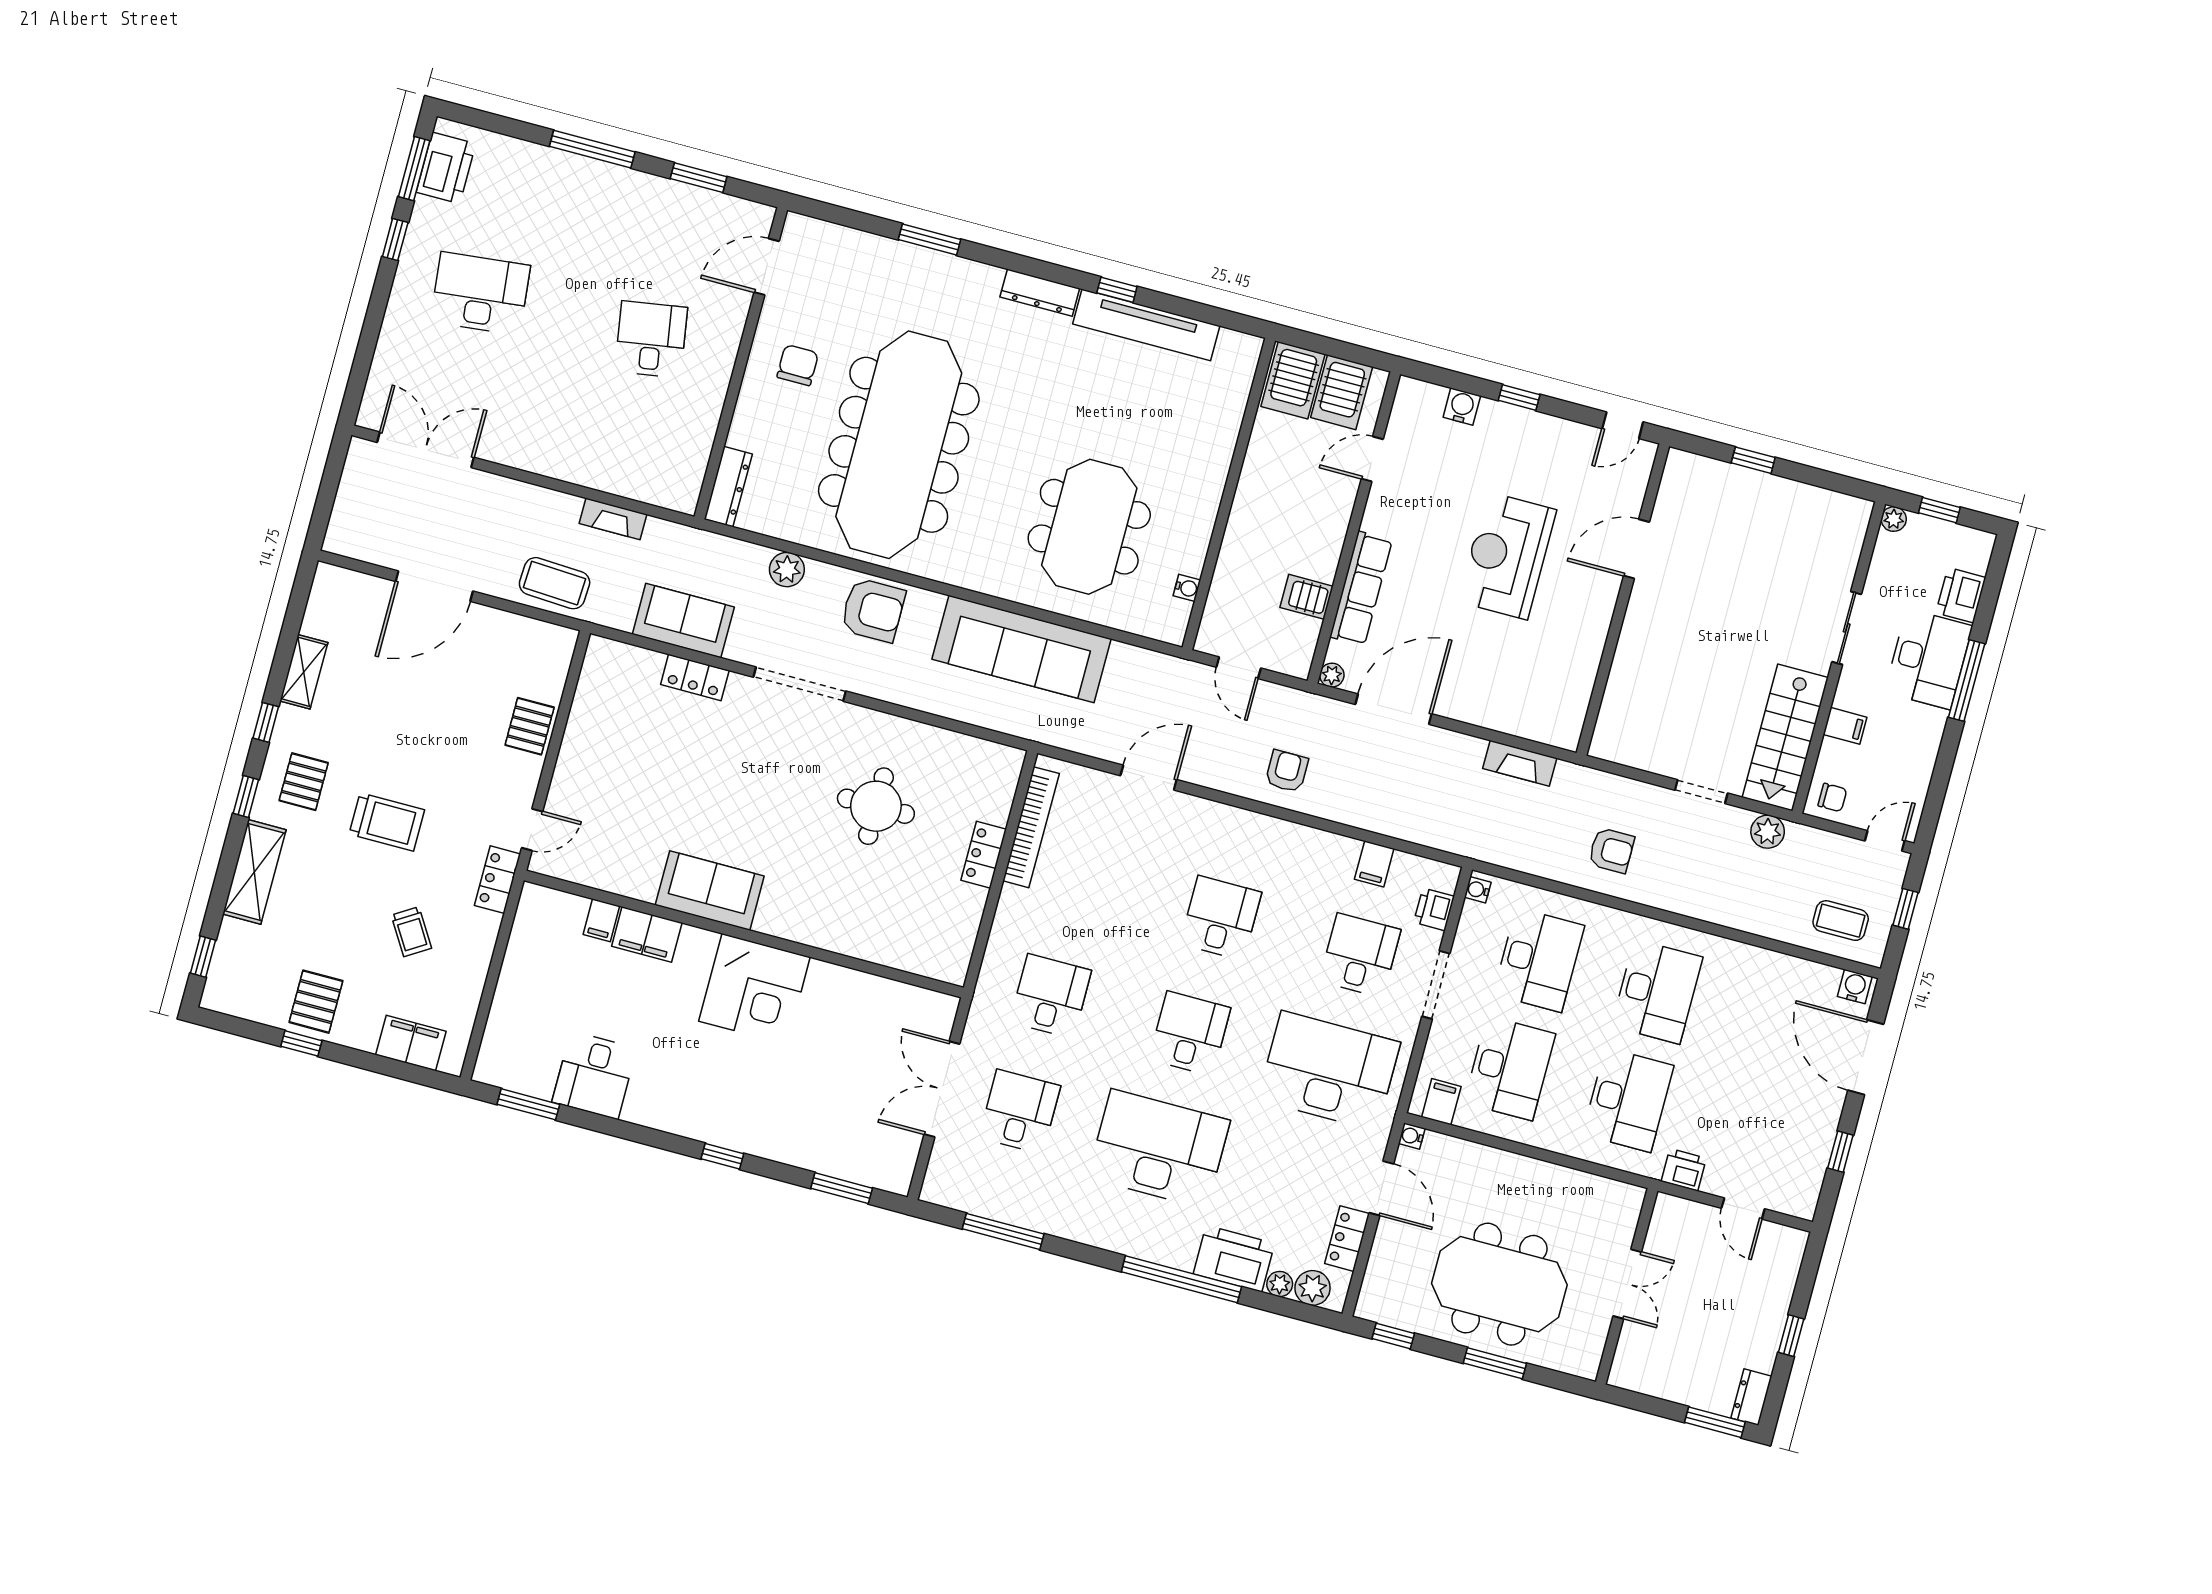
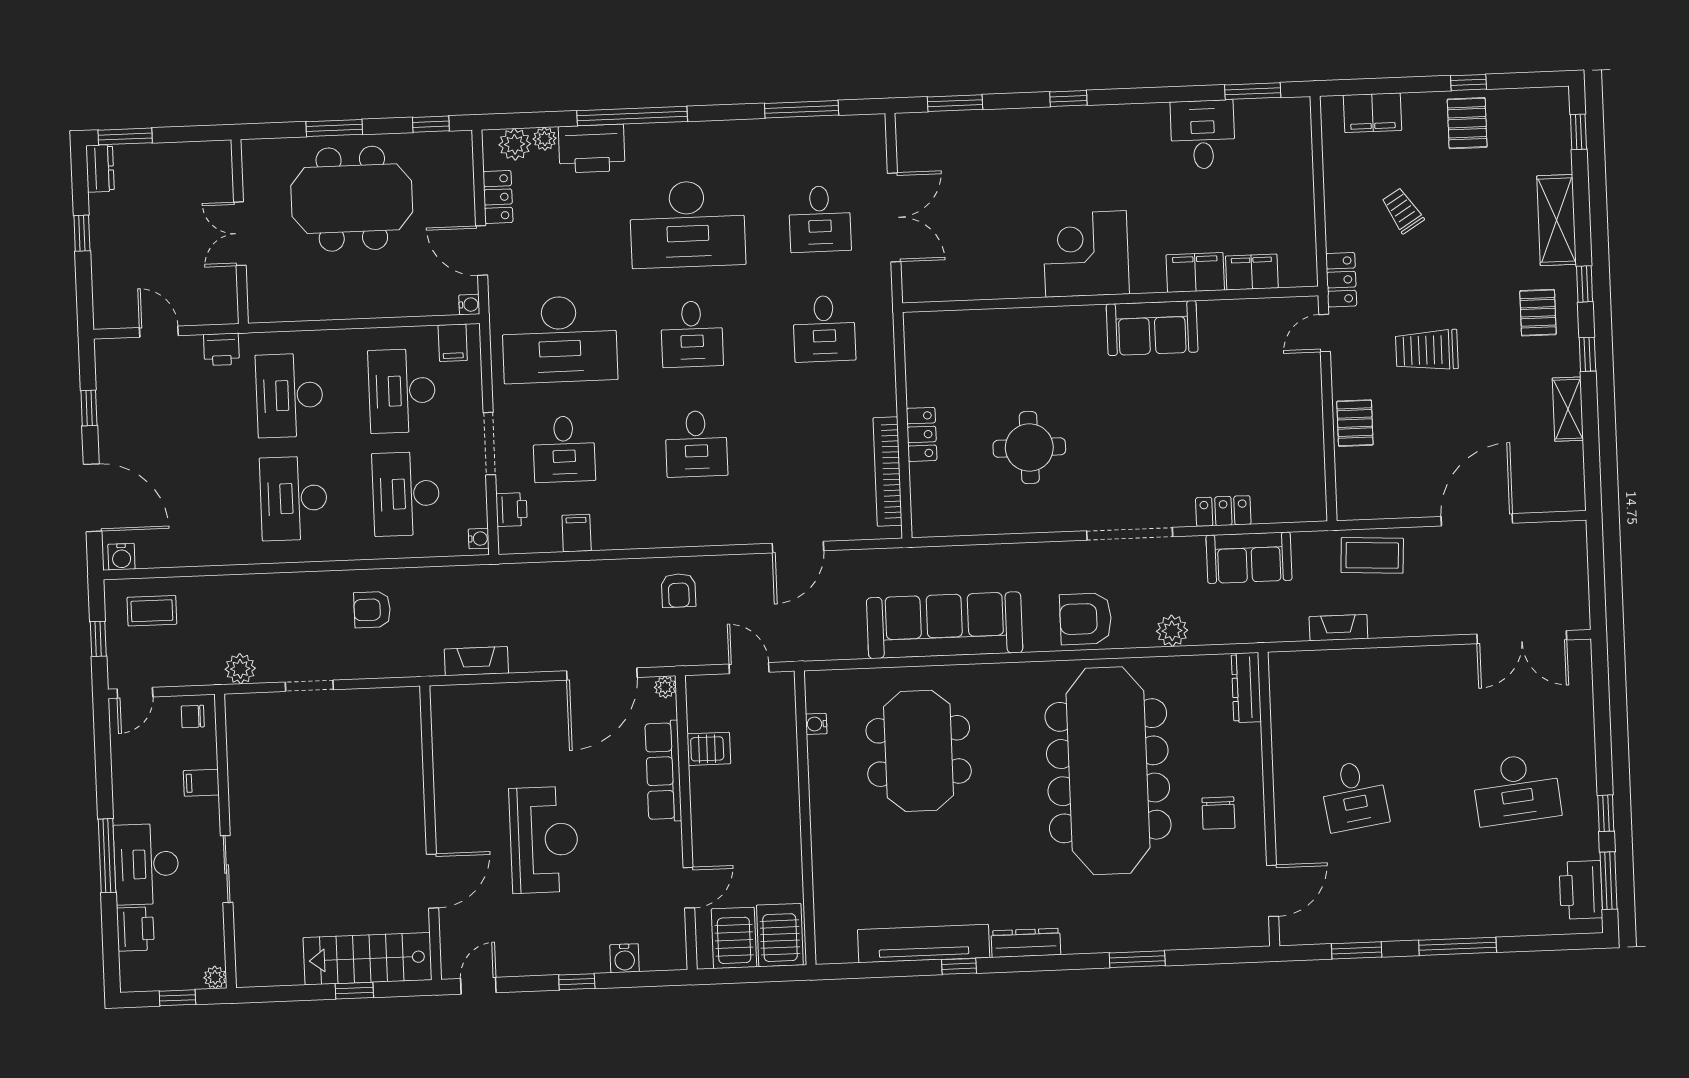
stairs: (1785, 738) -> (368, 959), moved, turned -90
trolley: (387, 822) -> (1427, 350), moved
filing cabinet: (601, 920) -> (1252, 272), width x2.00

